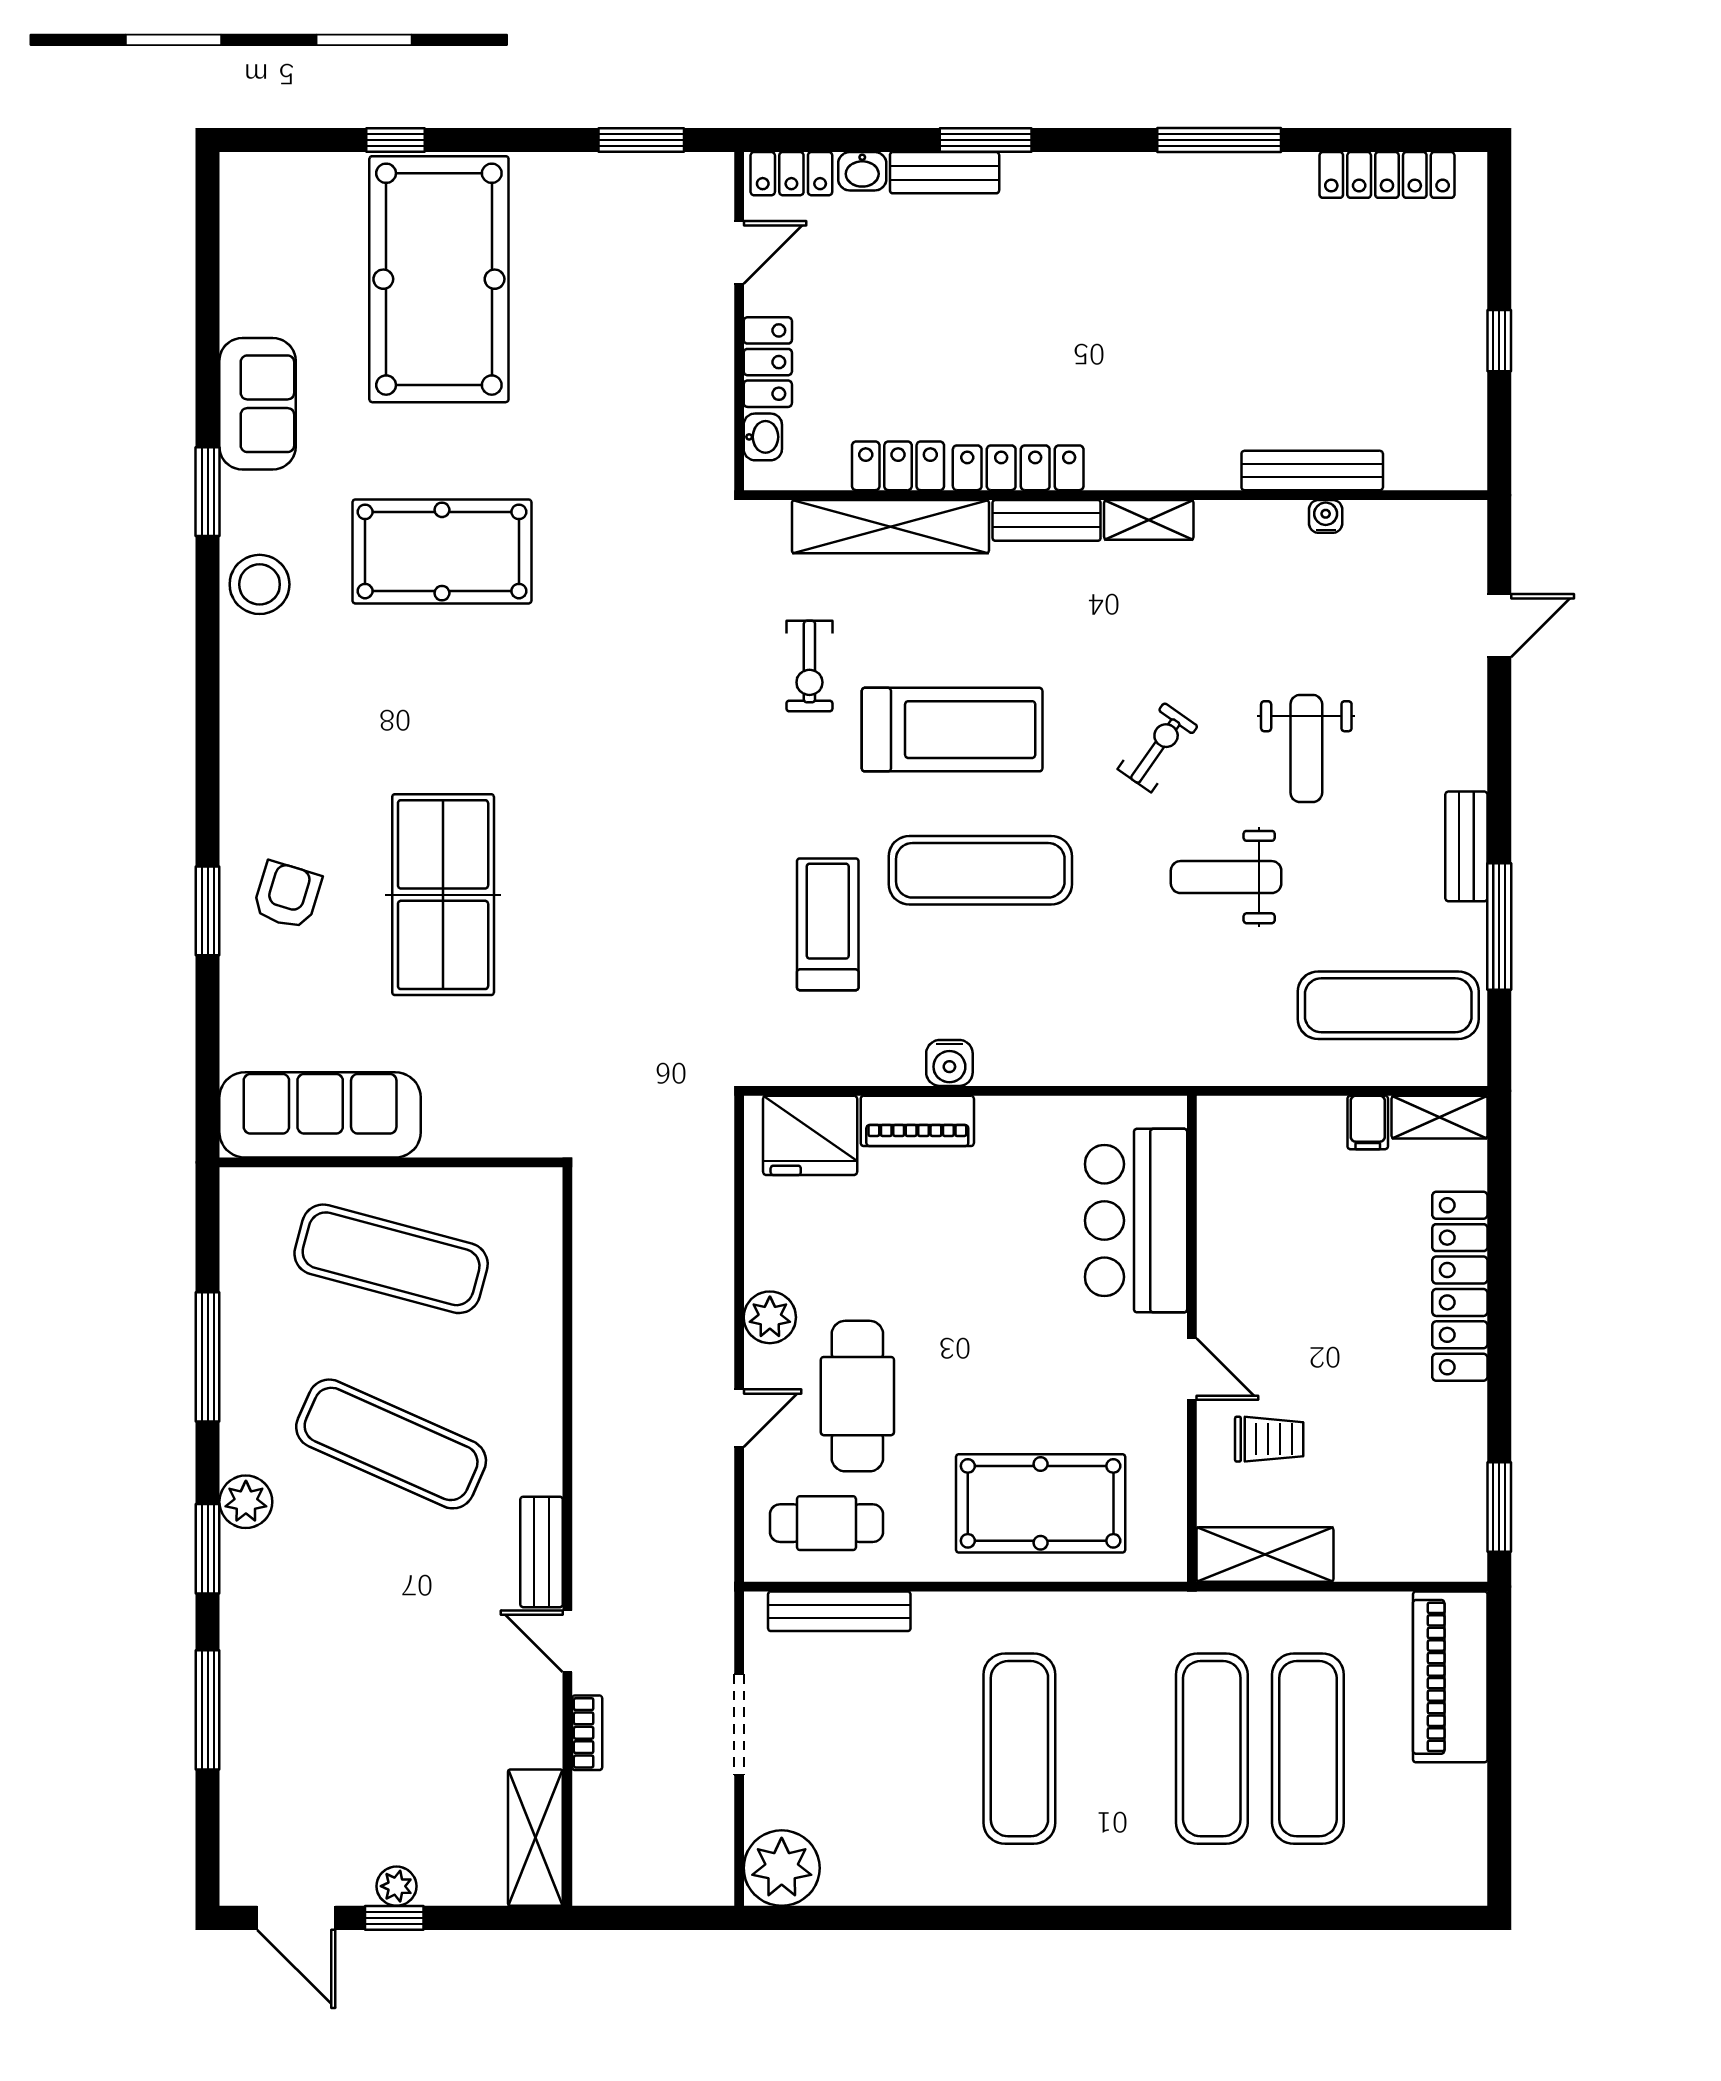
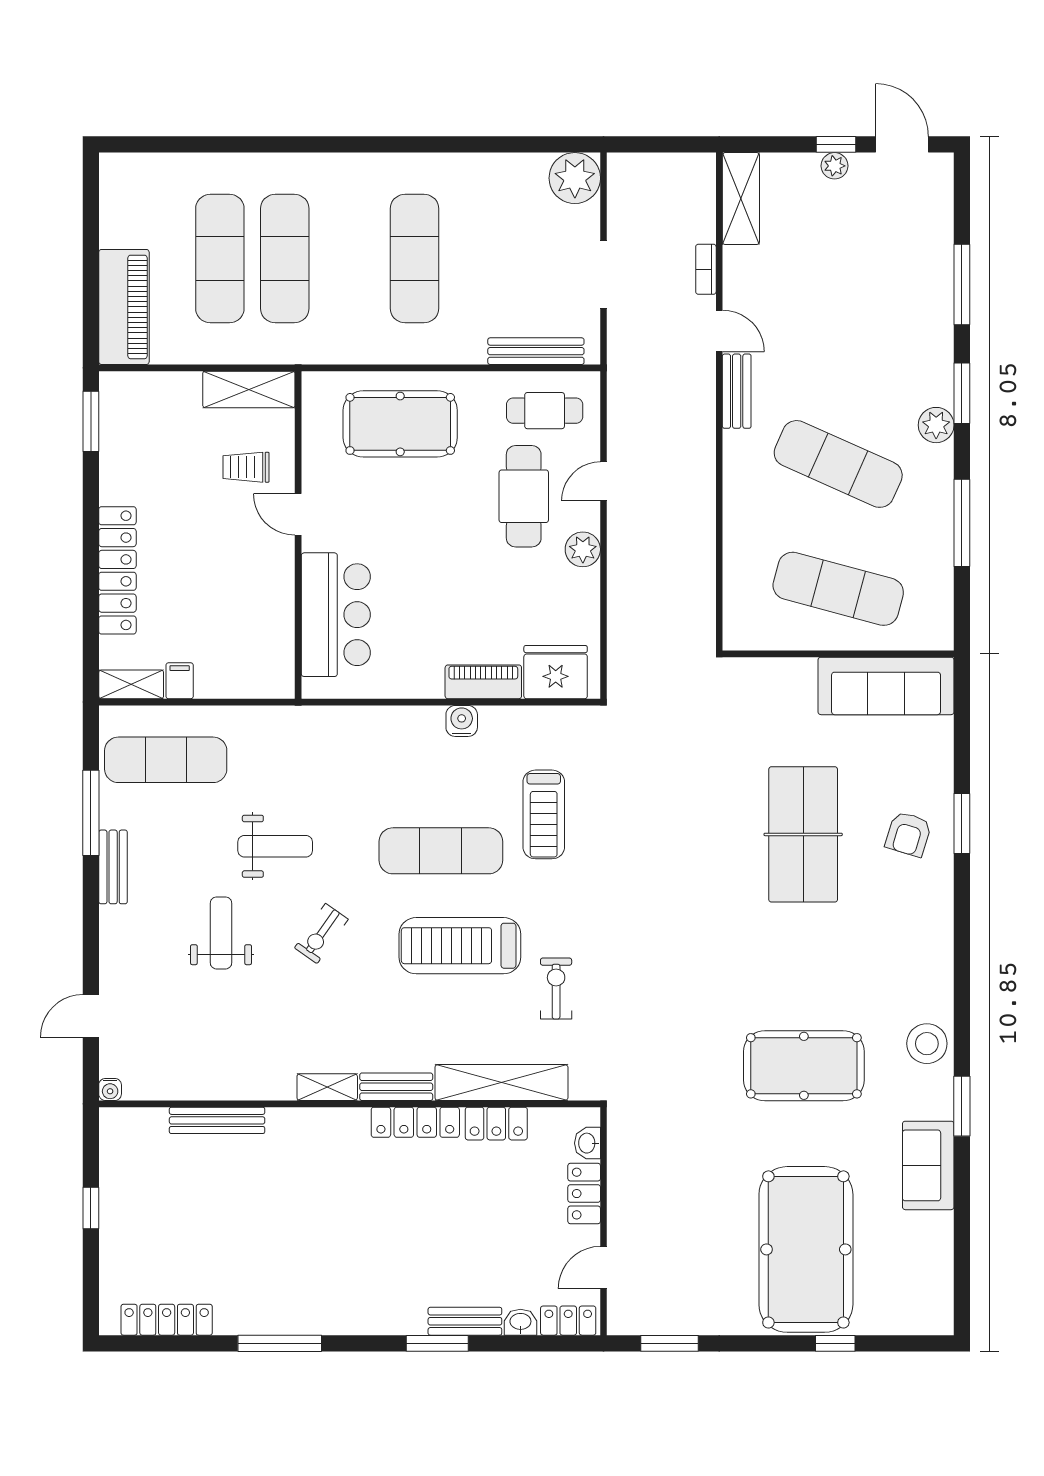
water cooler: (1326, 516) -> (110, 1089), moved

